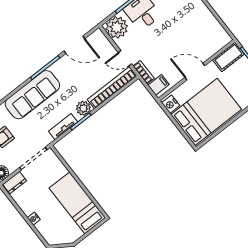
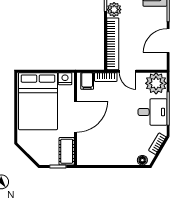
door: (125, 58) -> (128, 71), swing flipped
door: (195, 72) -> (76, 117), width x1.36

